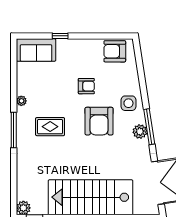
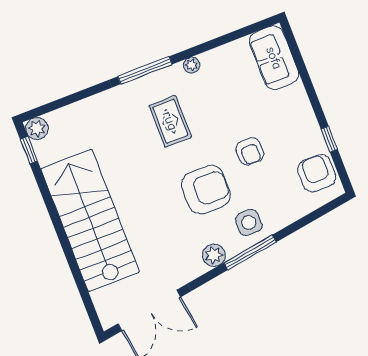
window: (60, 36) -> (329, 139), moved
armchair: (99, 121) -> (206, 190), turned 180
window: (149, 127) -> (250, 252), moved

